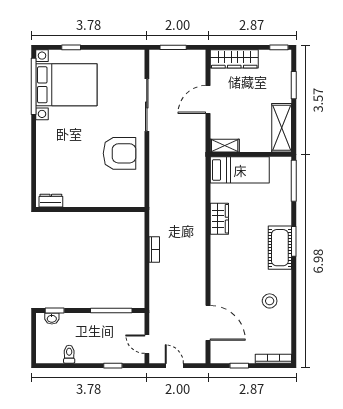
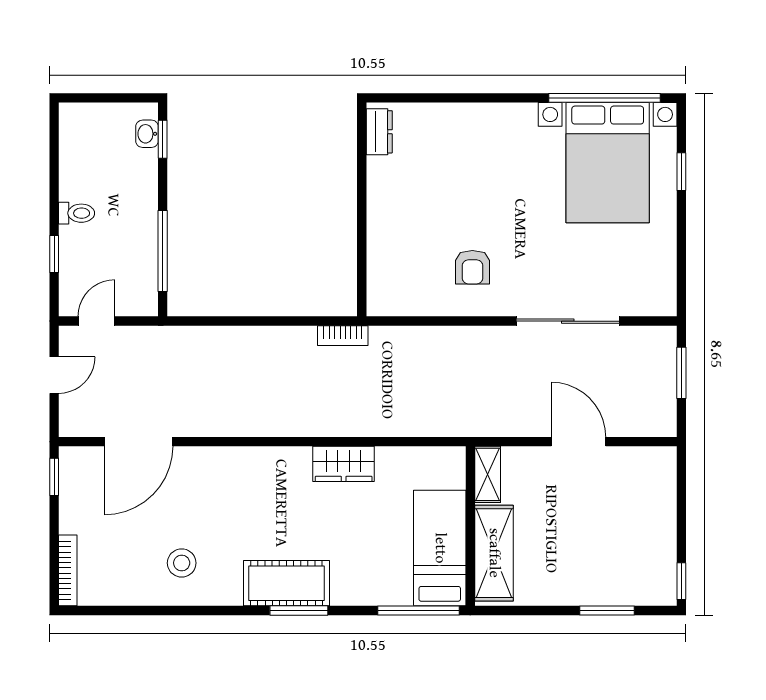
wardrobe: (234, 59) -> (659, 493), removed
shelving: (282, 128) -> (494, 553), moved, turned 90
armchair: (119, 153) -> (472, 267), width x0.53, depth x0.53
bed: (240, 170) -> (440, 548), moved, turned 180
bookcase: (154, 250) -> (343, 336), moved
toilet: (69, 354) -> (77, 213), moved
window: (239, 366) -> (54, 477), moved

